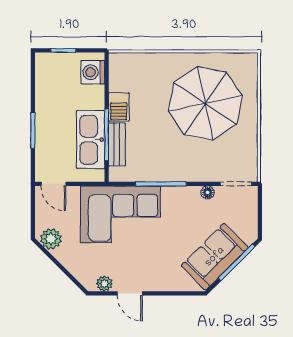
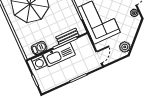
barbecue: (119, 107) -> (39, 48), moved
kitchen sink: (91, 140) -> (59, 55), moved

